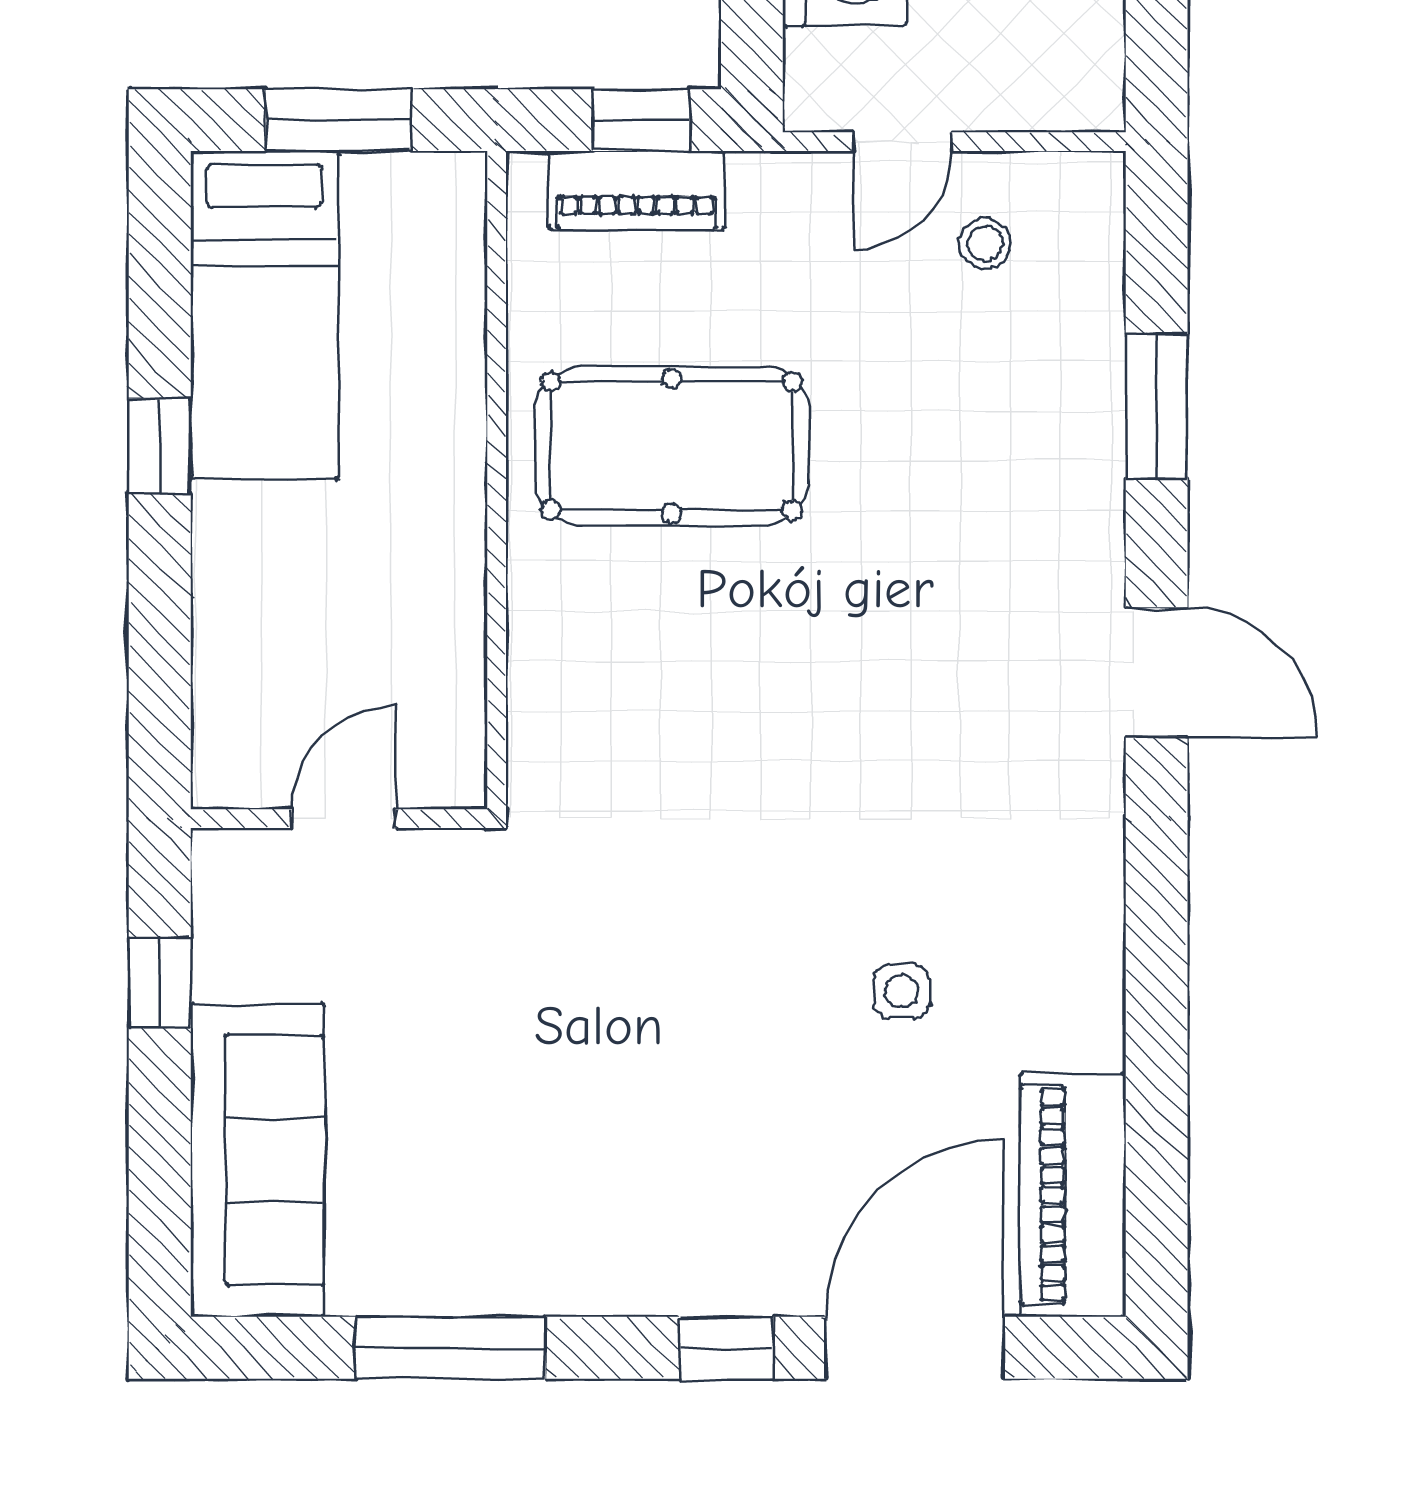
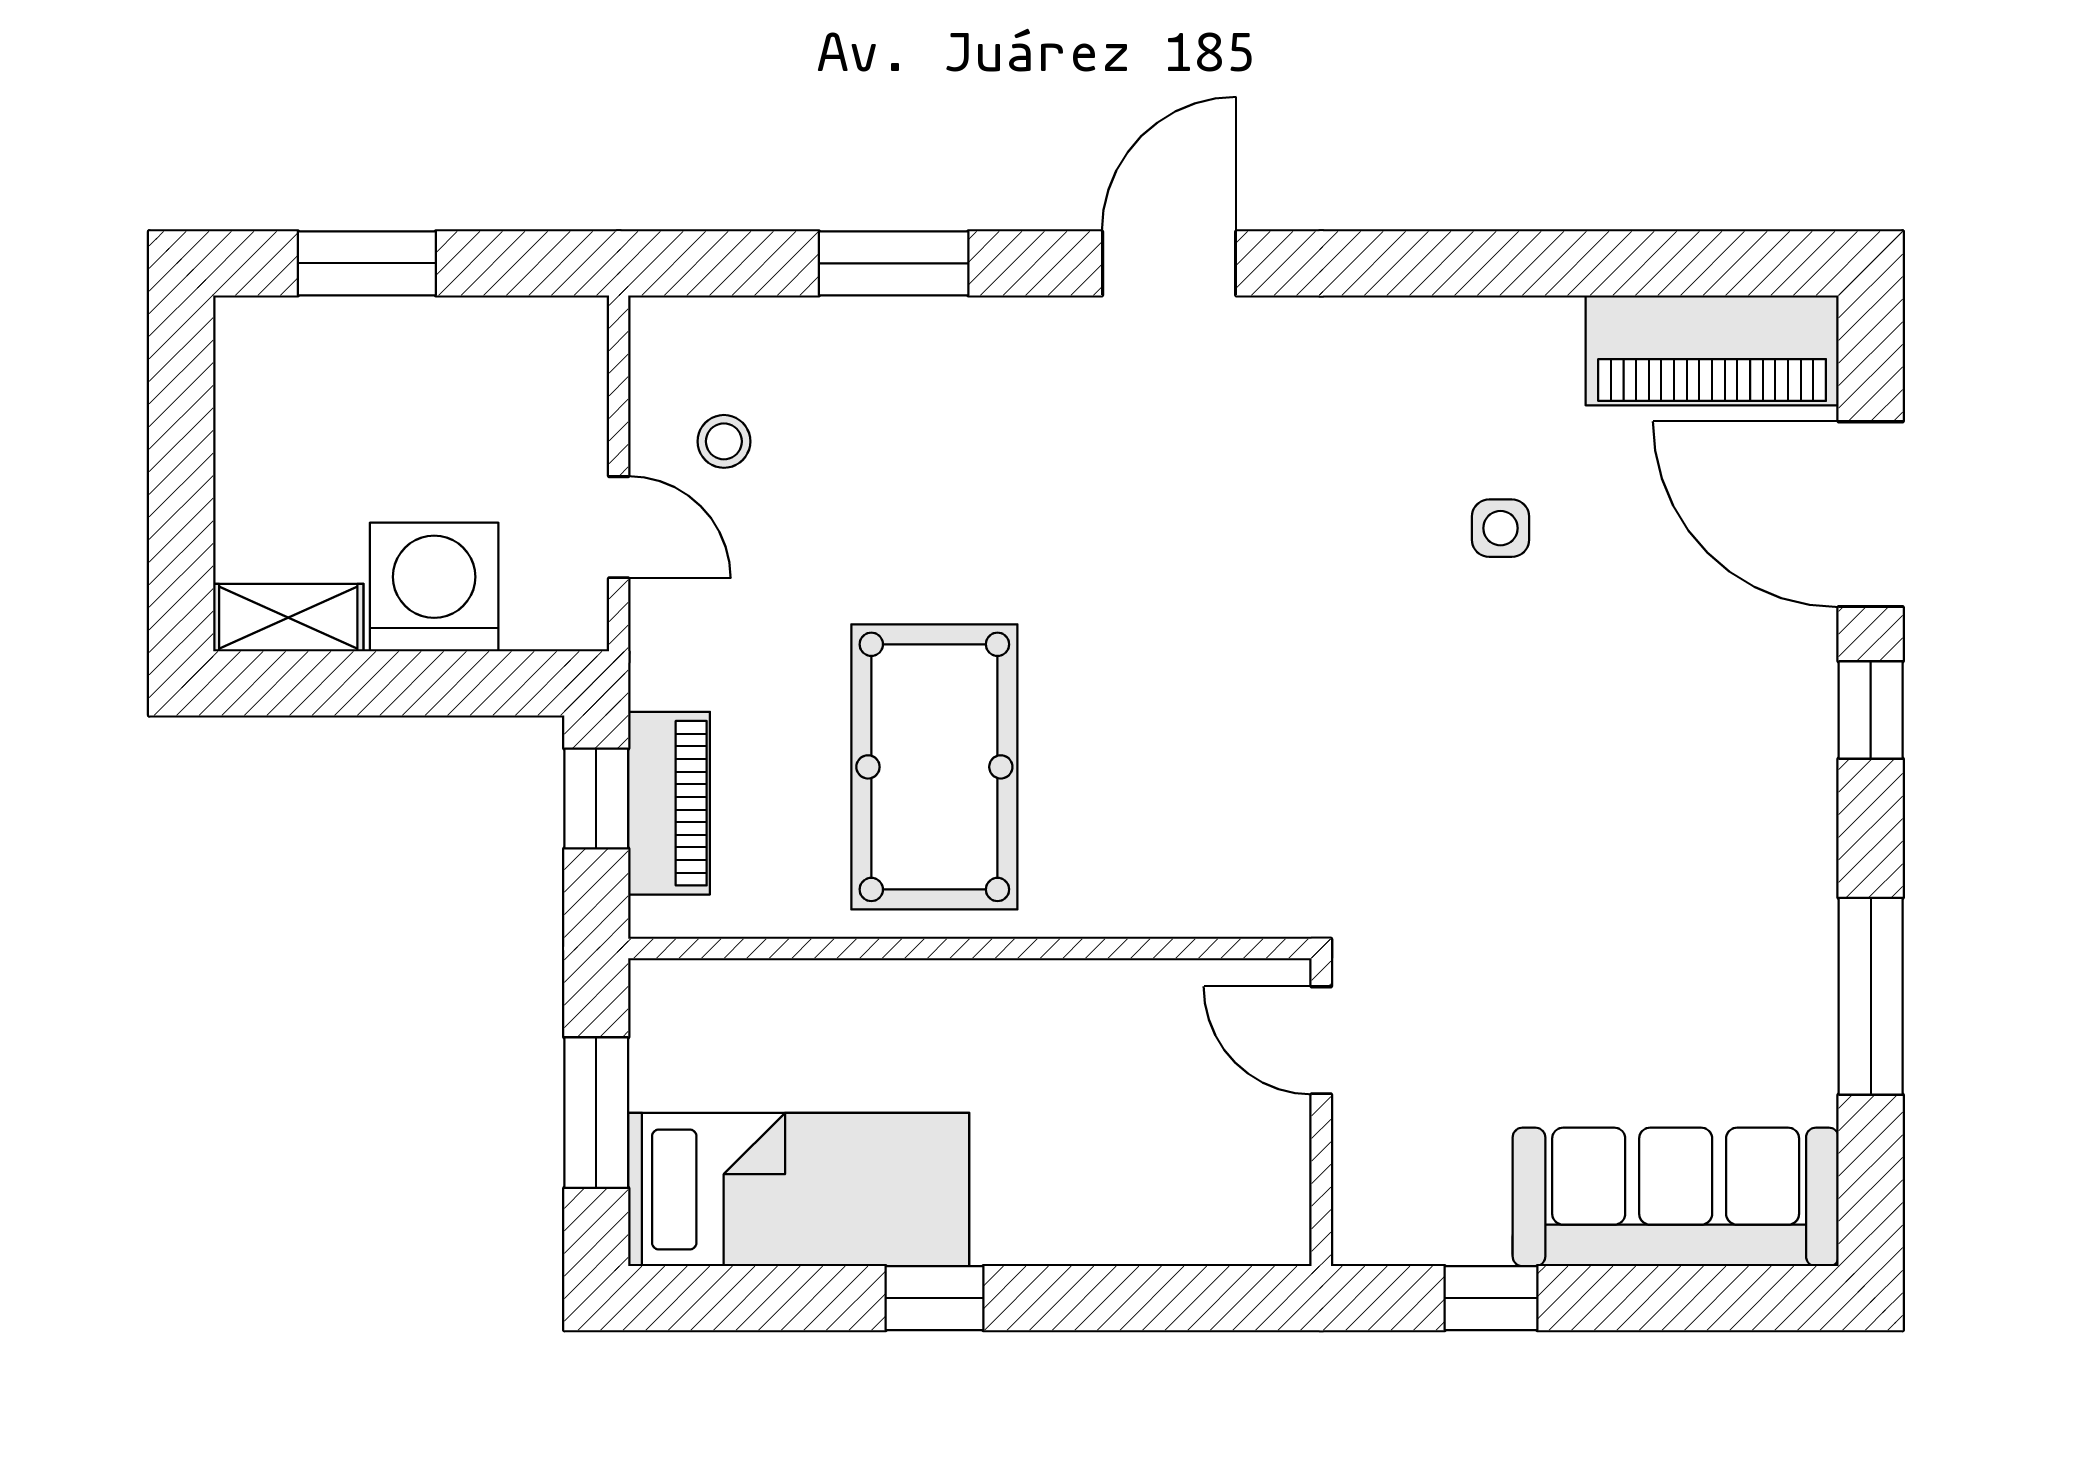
door: (344, 819) -> (1321, 1040), moved

